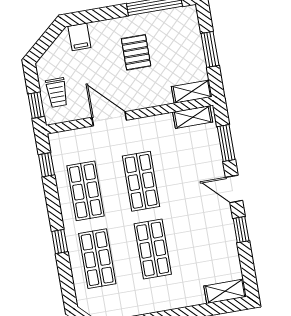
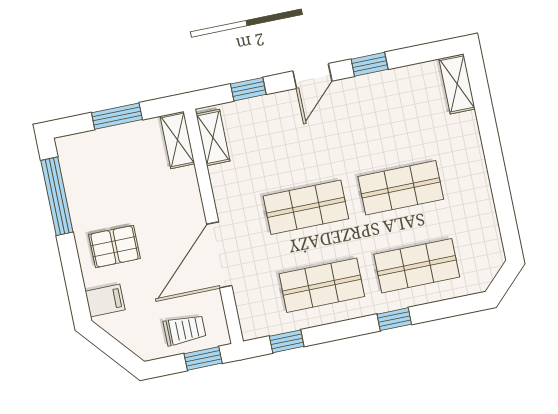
pallet: (136, 52) -> (114, 247), moved
door: (109, 119) -> (219, 255), width x1.36
window: (226, 143) -> (248, 89), width x0.67

